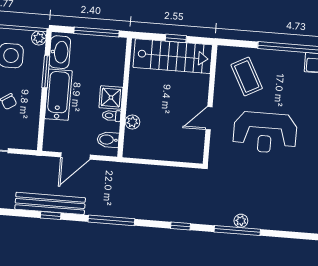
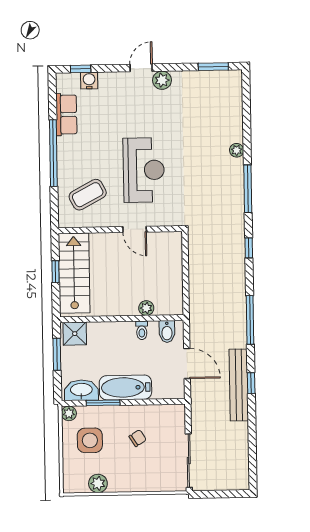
window: (97, 32) -> (57, 354), width x0.69
shower: (111, 98) -> (75, 334), moved
plant: (241, 221) -> (237, 150), moved

